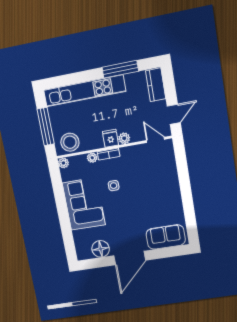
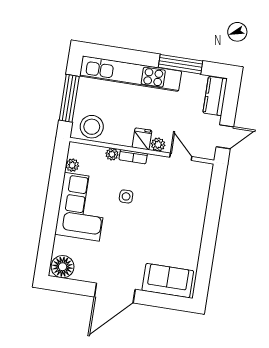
door: (155, 140) -> (181, 157), moved
plant: (63, 163) -> (72, 165), moved
floor lamp: (101, 249) -> (63, 267), moved

